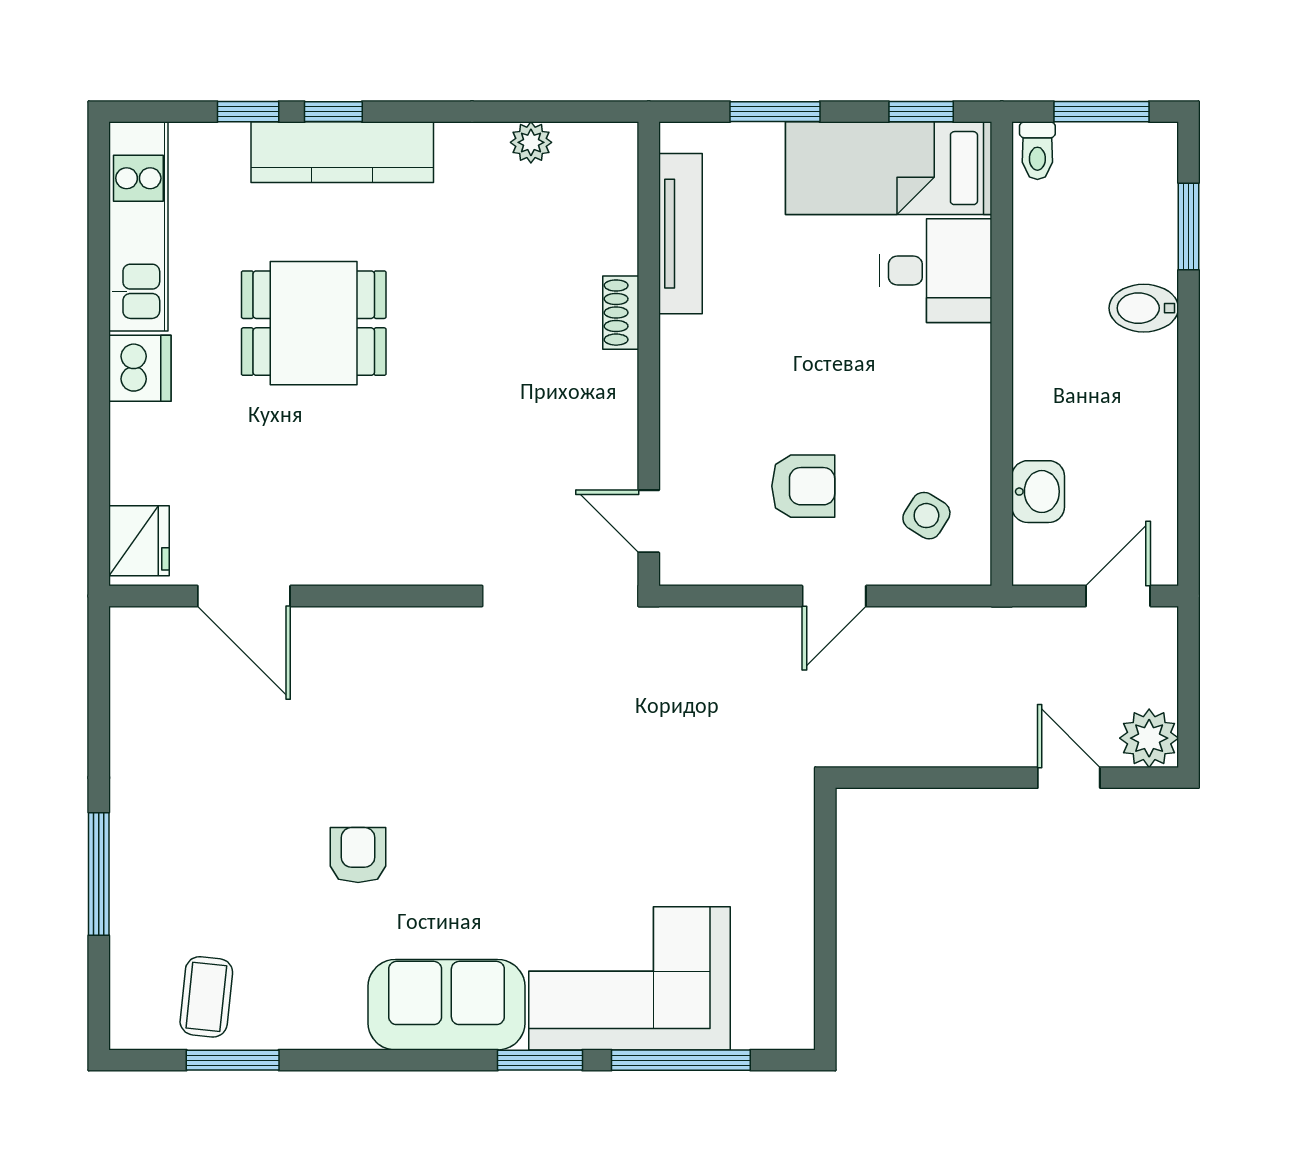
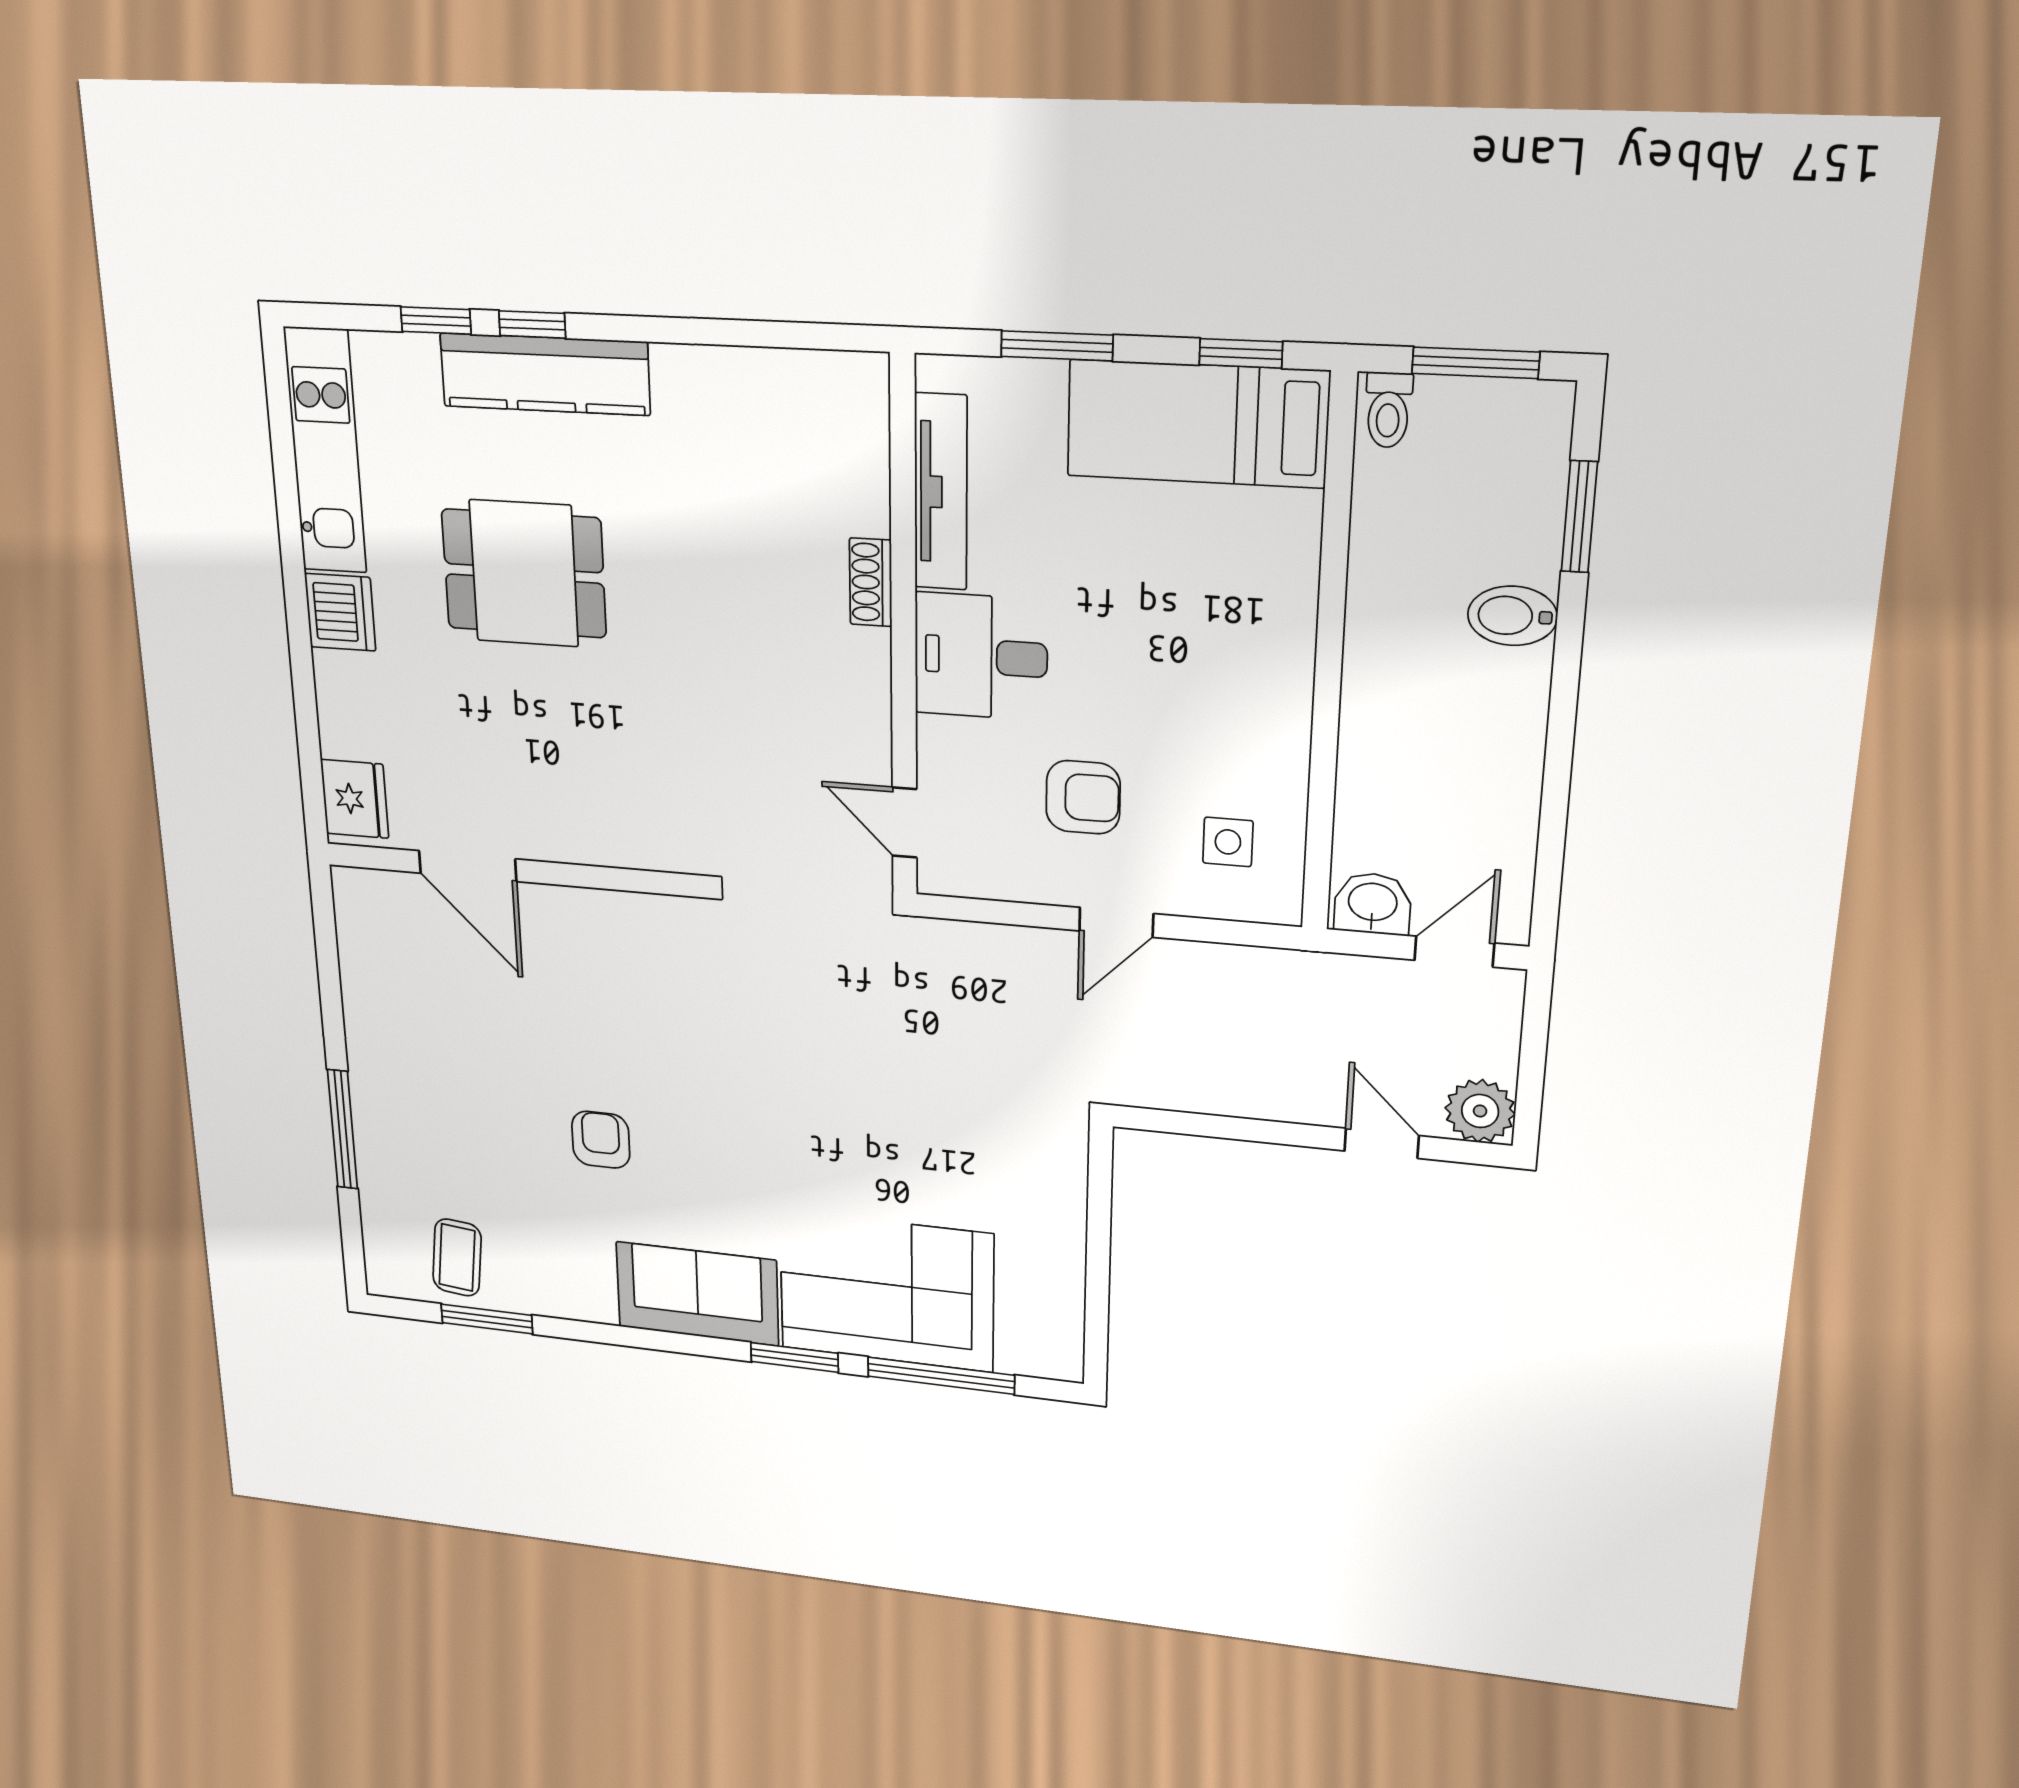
plant: (531, 142) -> (762, 372), removed
desk: (936, 271) -> (981, 656), moved, turned 180
washbasin: (1038, 492) -> (1373, 904), moved, turned -90
side table: (926, 516) -> (1228, 842), turned -32

